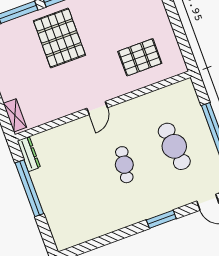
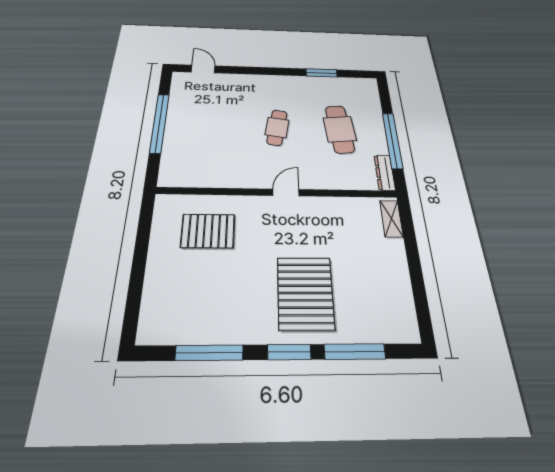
cafe table: (174, 146) -> (340, 129), moved
window: (161, 219) -> (322, 73), moved

